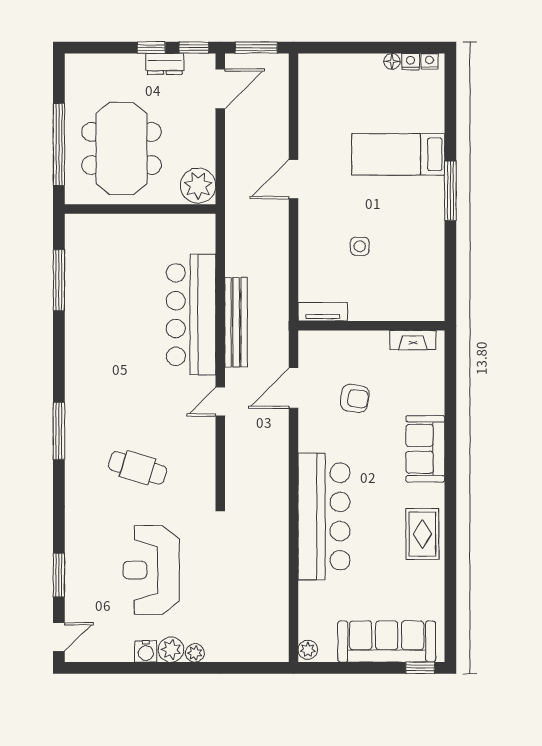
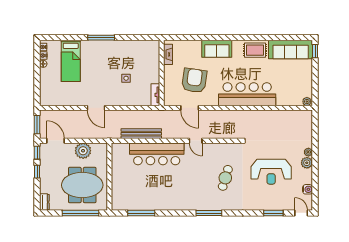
dresser: (165, 64) -> (44, 202), moved
bed: (398, 154) -> (71, 61), moved
plant: (198, 186) -> (83, 151), moved
bench: (236, 322) -> (141, 134), moved
armchair: (355, 398) -> (194, 80), width x1.88, depth x1.88
sofa: (387, 641) -> (291, 49), moved, turned -90
water cooler: (146, 651) -> (308, 189), moved

